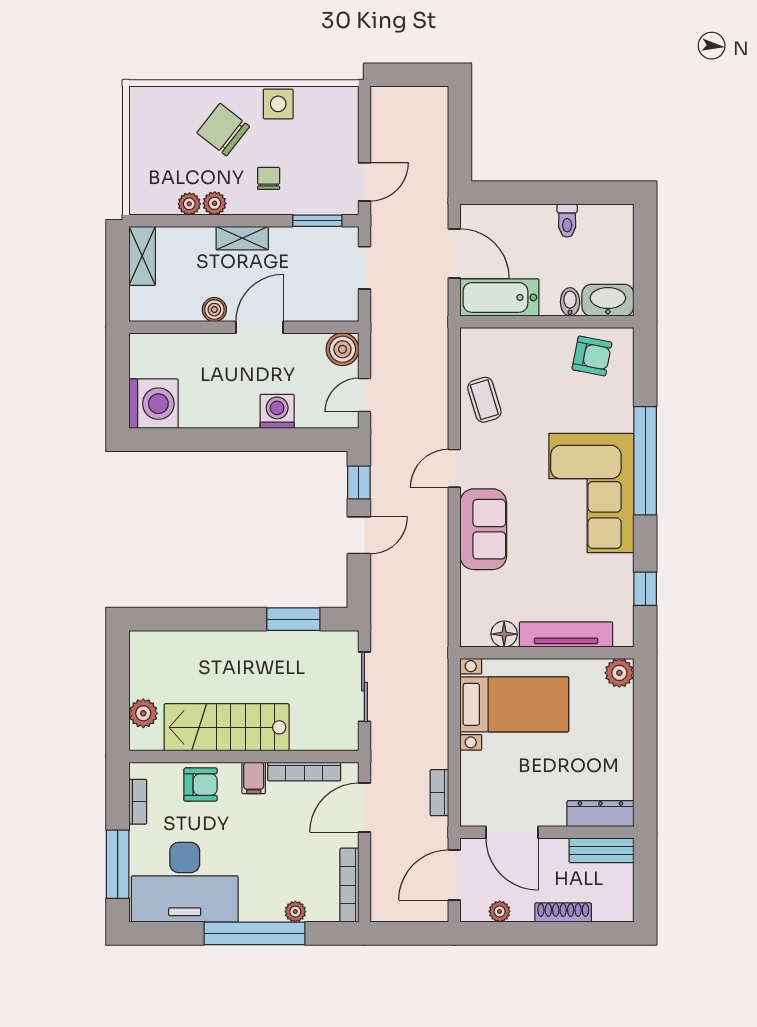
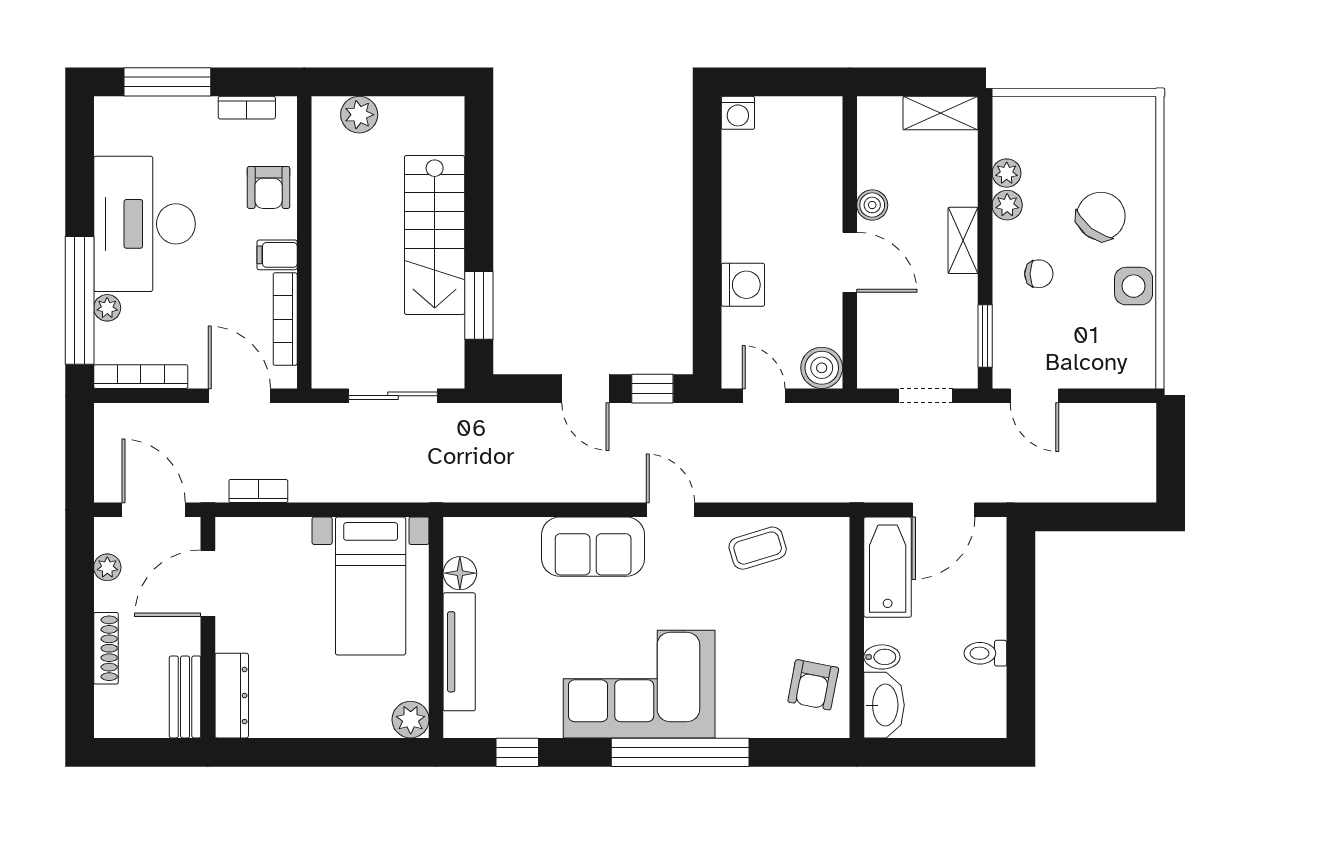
washing machine: (153, 404) -> (738, 113), width x0.53, depth x0.53
stairs: (227, 727) -> (435, 235), moved, turned 180
desk: (185, 882) -> (144, 224), moved
window: (255, 933) -> (80, 300), moved

